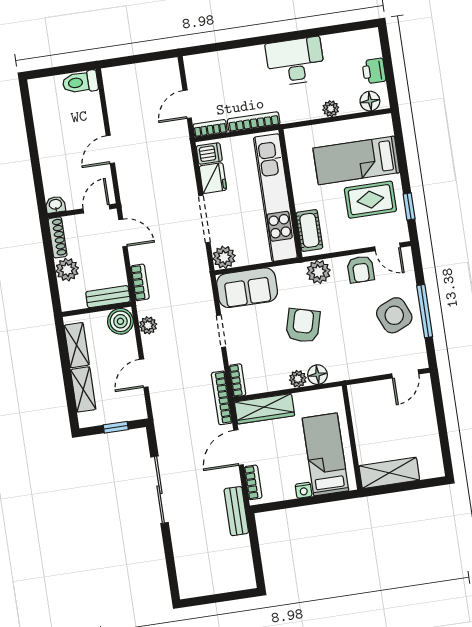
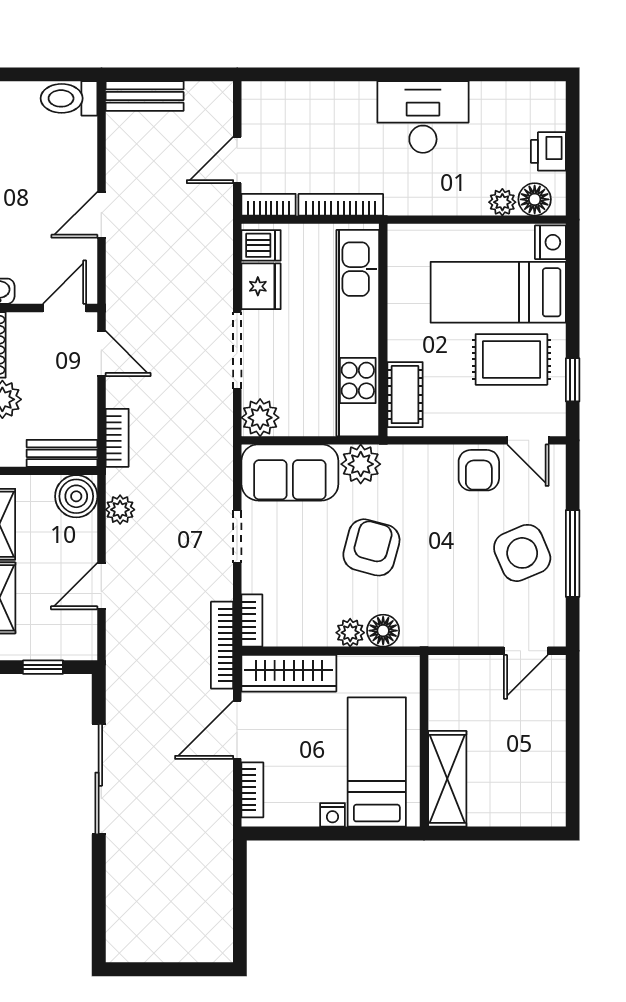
plant: (331, 109) -> (502, 202), moved
nightstand: (383, 126) -> (550, 242), added
plant: (319, 272) -> (361, 464), moved
shelving: (389, 473) -> (447, 779), moved, turned 90
bench: (236, 511) -> (145, 96), moved, turned 90

